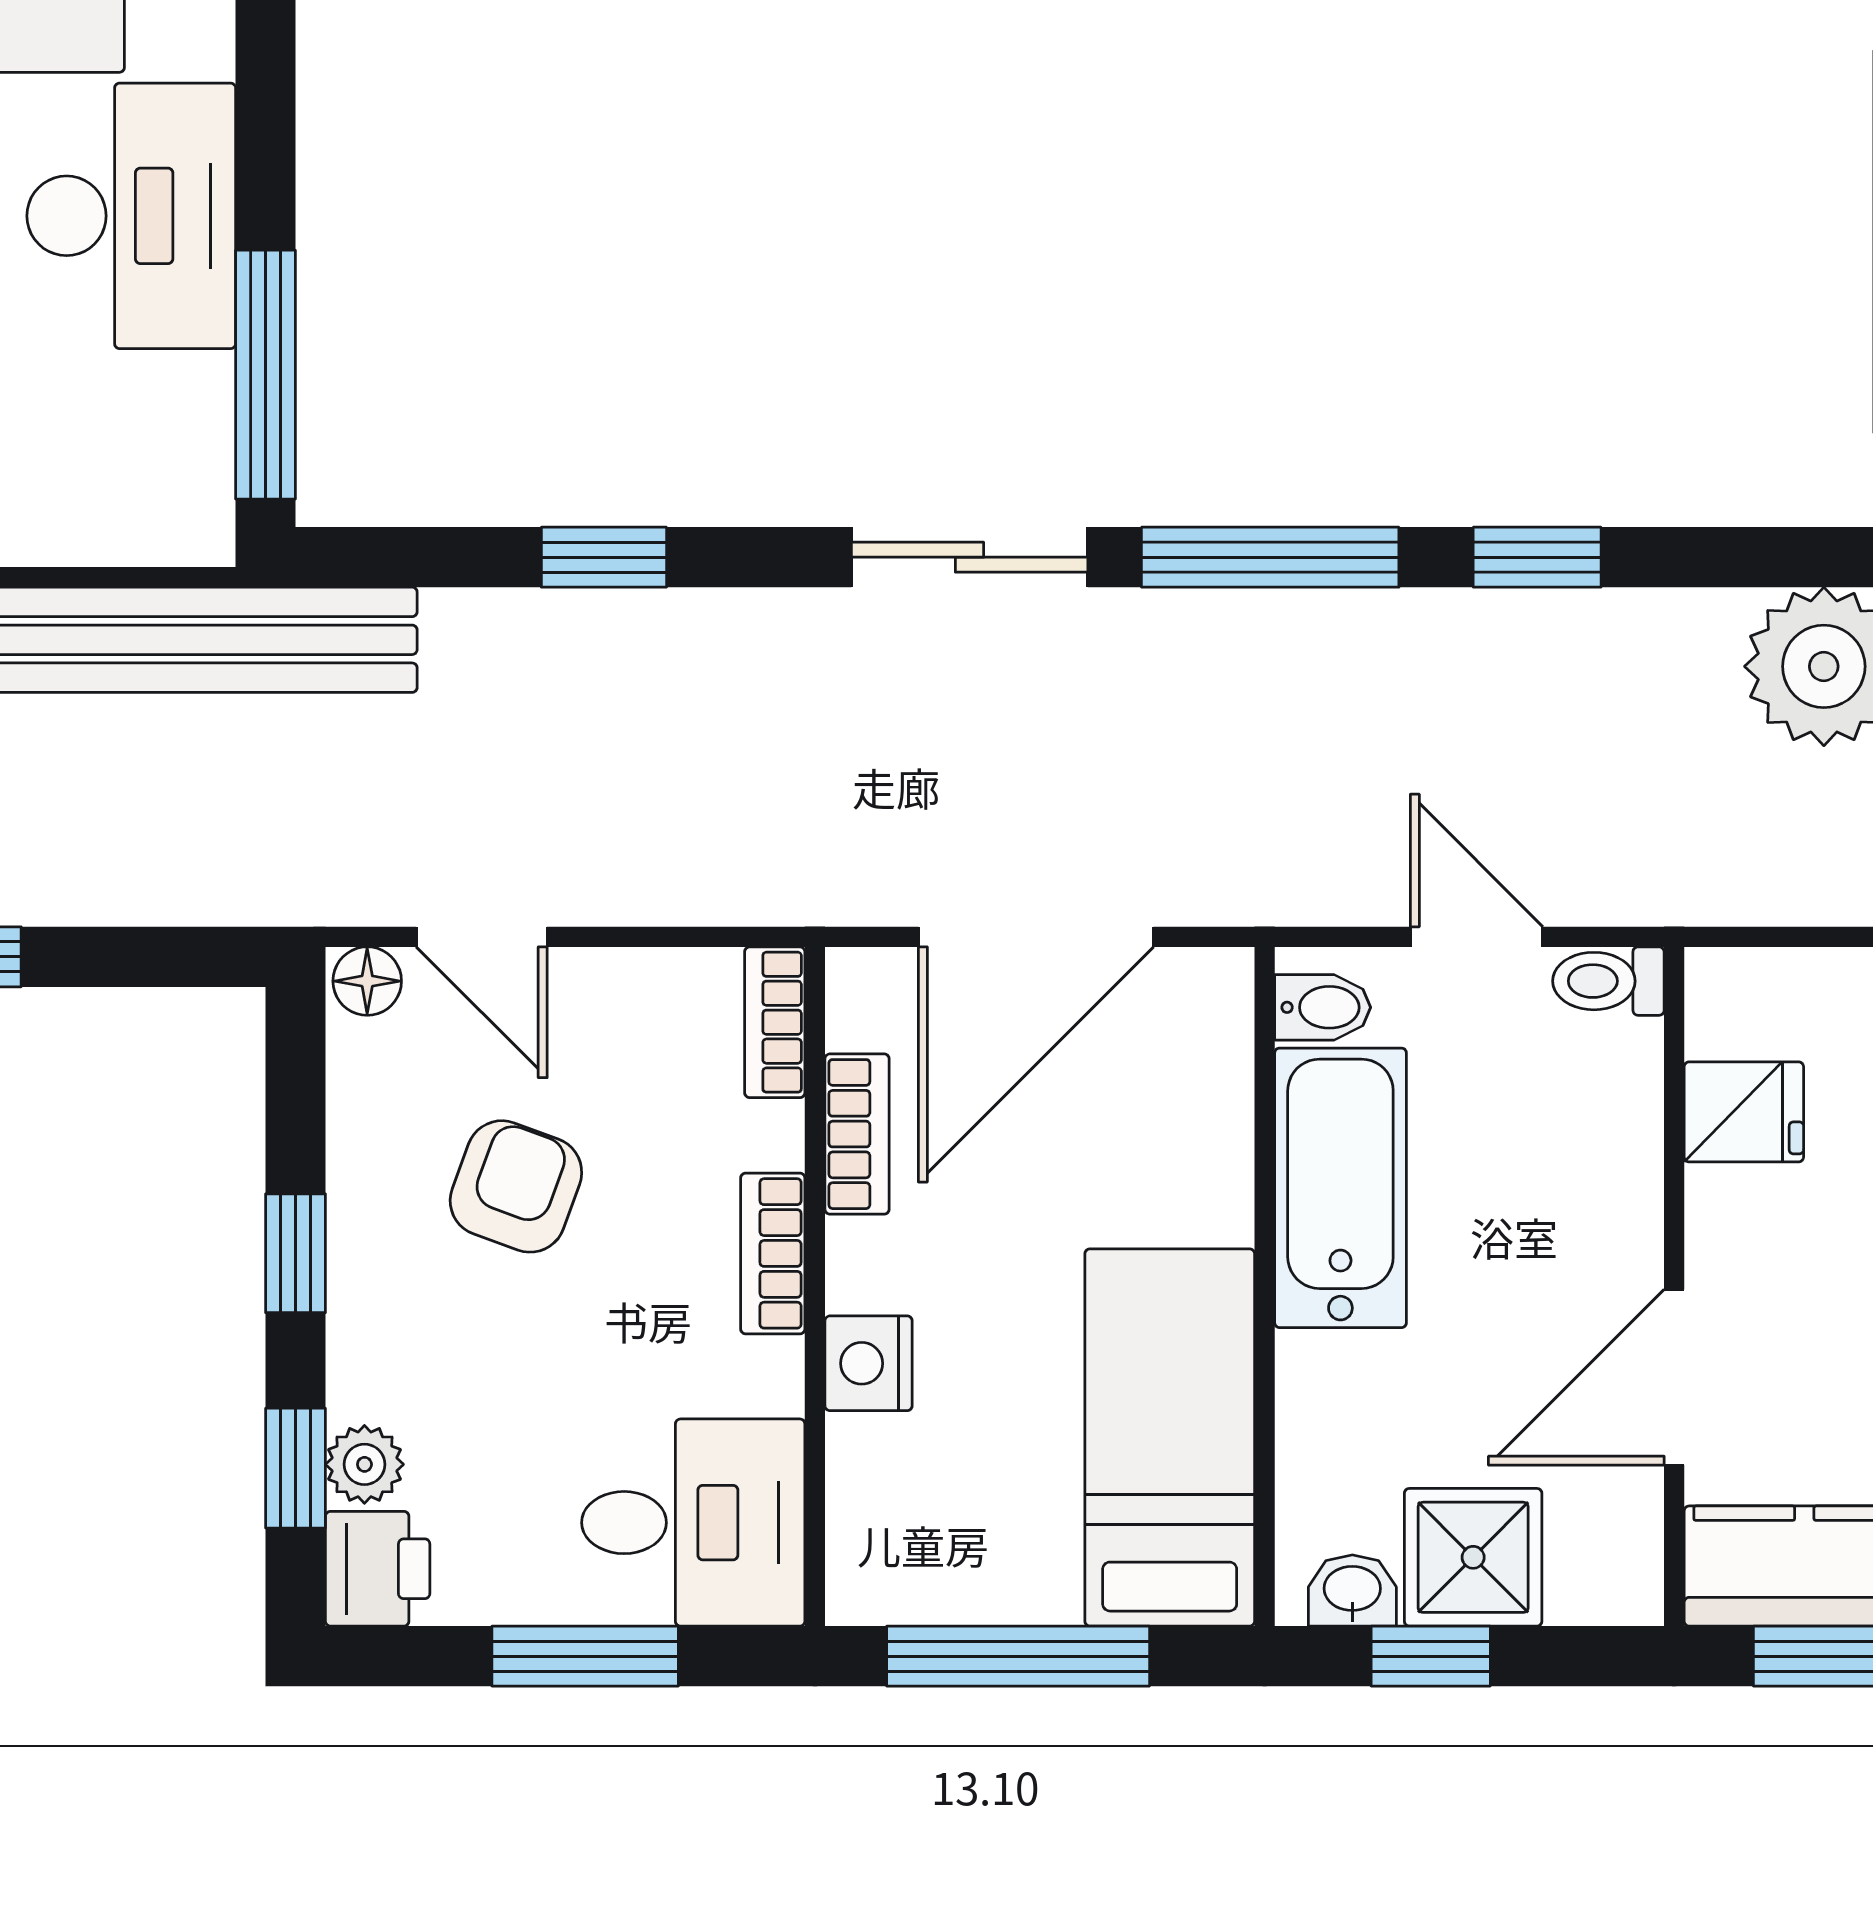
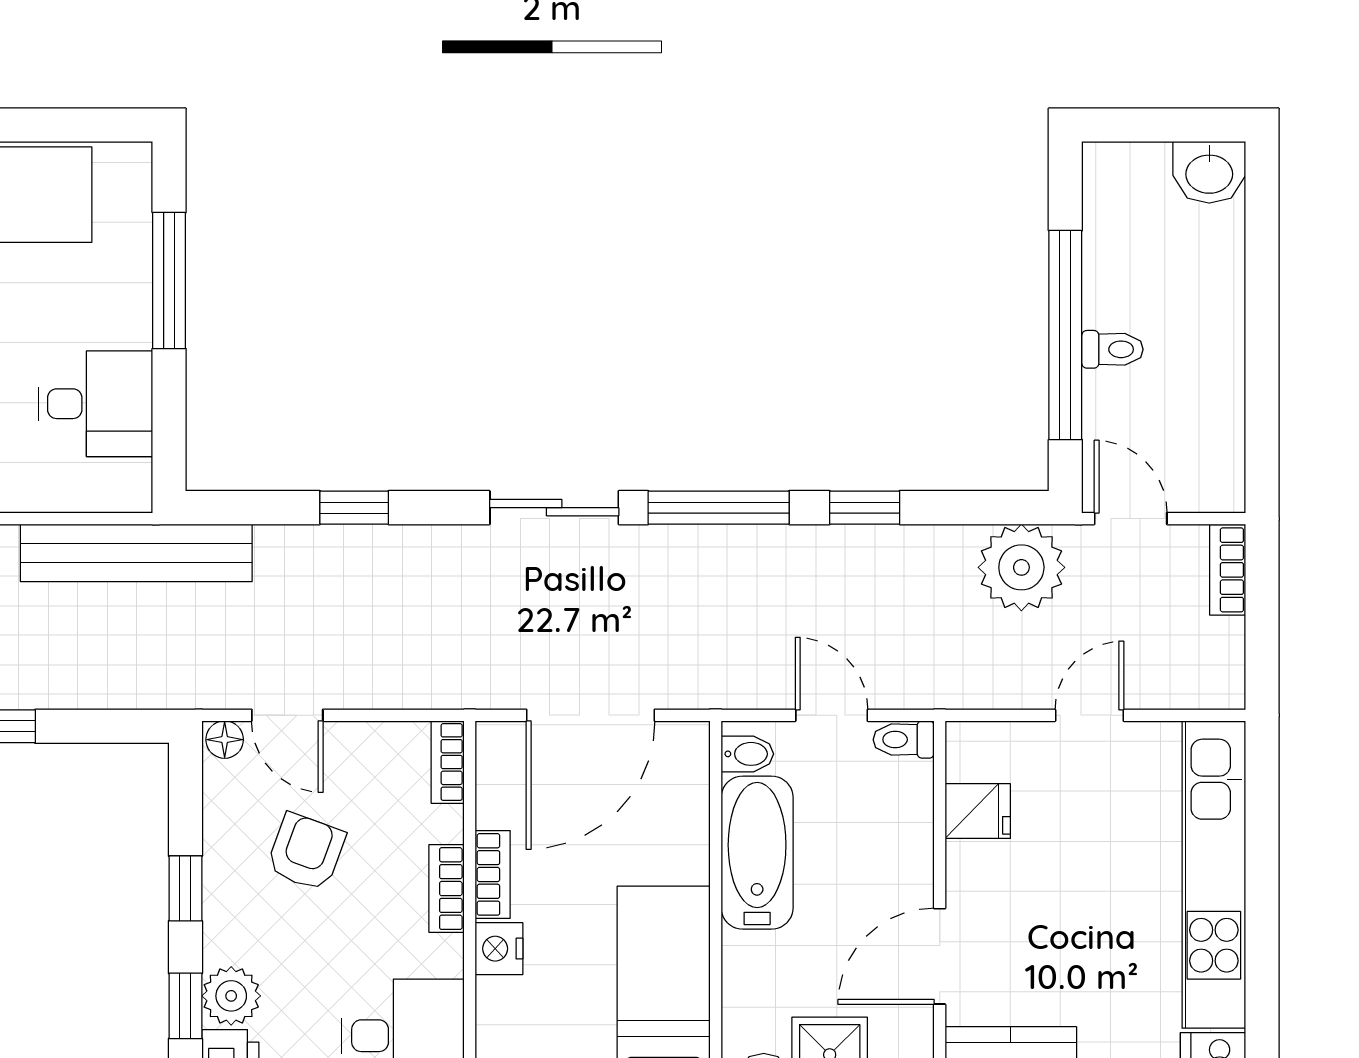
desk: (131, 216) -> (96, 404), moved, width x0.73
window: (266, 375) -> (169, 281), moved
bookcase: (857, 1134) -> (493, 874), moved
plant: (364, 1464) -> (231, 996), width x1.38, depth x1.38

